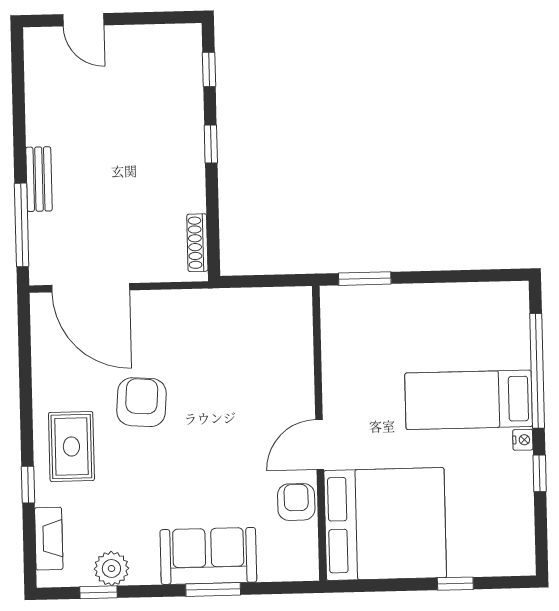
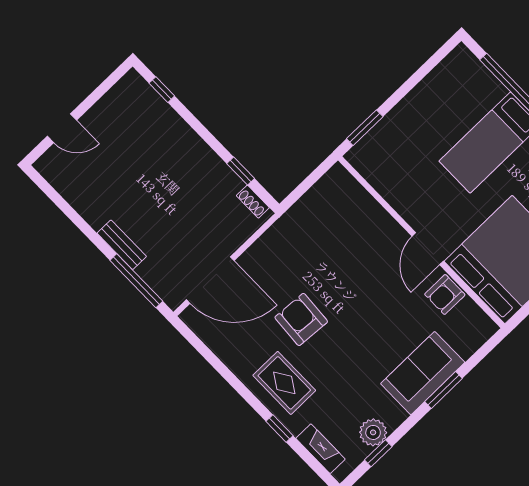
window: (211, 144) -> (241, 171), moved
shoe rack: (197, 243) -> (253, 202), width x0.70
armchair: (296, 502) -> (445, 295), turned -90

